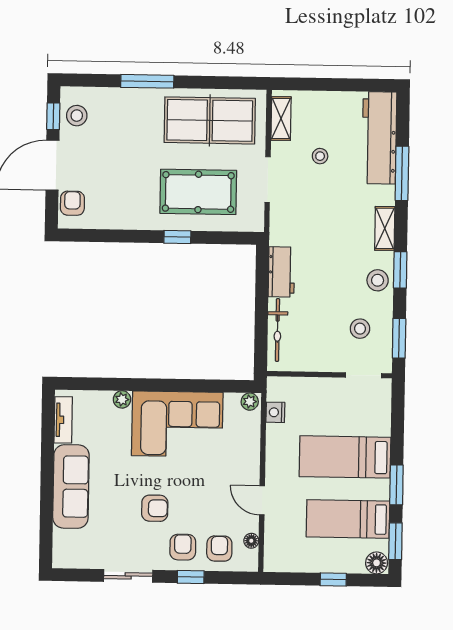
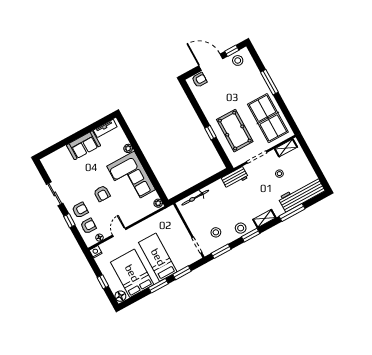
workbench: (281, 272) -> (235, 178), moved
nightstand: (275, 412) -> (96, 252), moved
sofa: (71, 486) -> (84, 145), width x0.73
armchair: (155, 508) -> (102, 194), moved
bed: (348, 519) -> (132, 273), width x1.50
window: (395, 541) -> (182, 273), moved

